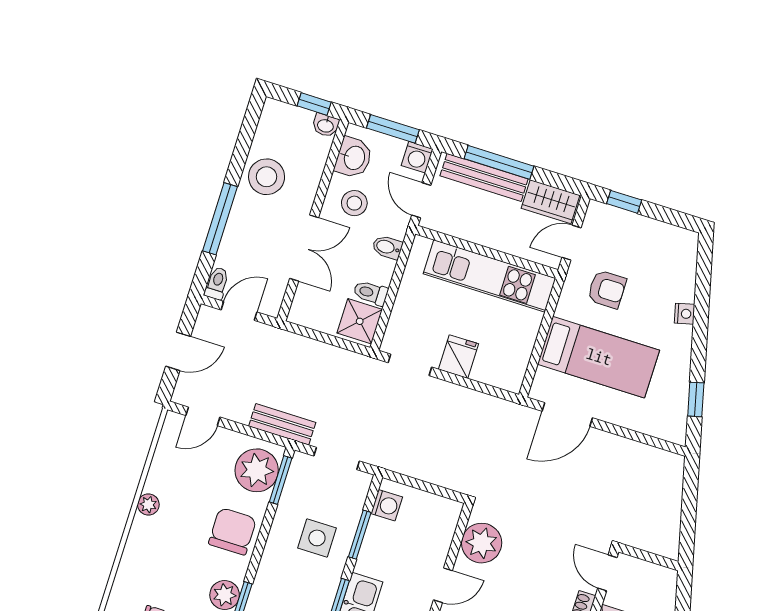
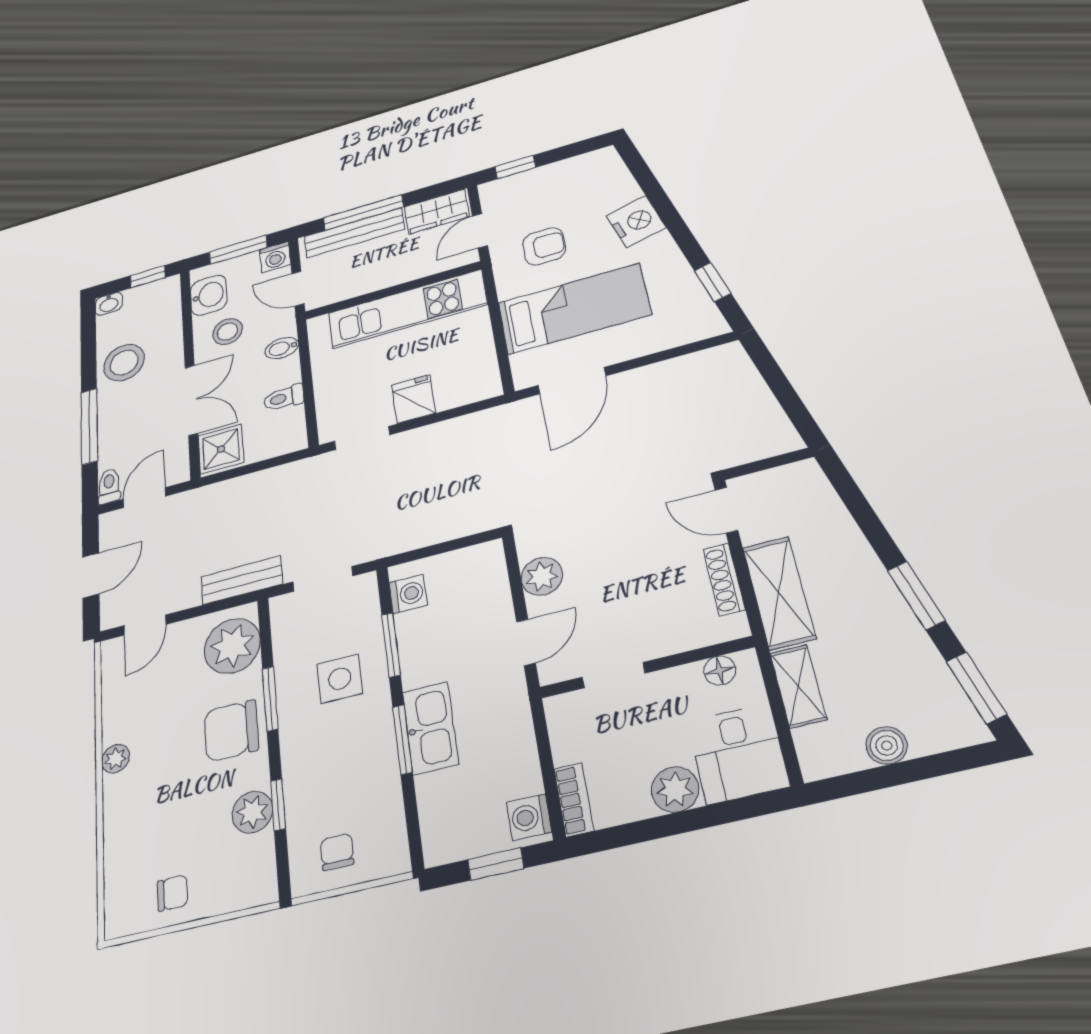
washbasin: (326, 125) -> (109, 304), moved
nightstand: (685, 314) -> (636, 222), width x1.89, depth x1.79
shower: (360, 321) -> (221, 449), moved
window: (281, 480) -> (270, 699), moved
chair: (232, 531) -> (231, 731), turned -90
plant: (482, 543) -> (542, 576), width x0.73, depth x0.73

